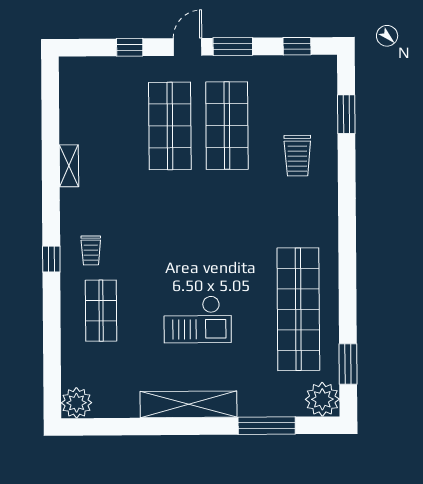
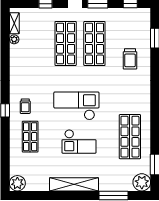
plant: (68, 119) -> (14, 39), added
shelving: (69, 166) -> (14, 23), moved
checkout: (192, 249) -> (76, 106), added
shop shelf: (298, 309) -> (130, 137), width x0.71

